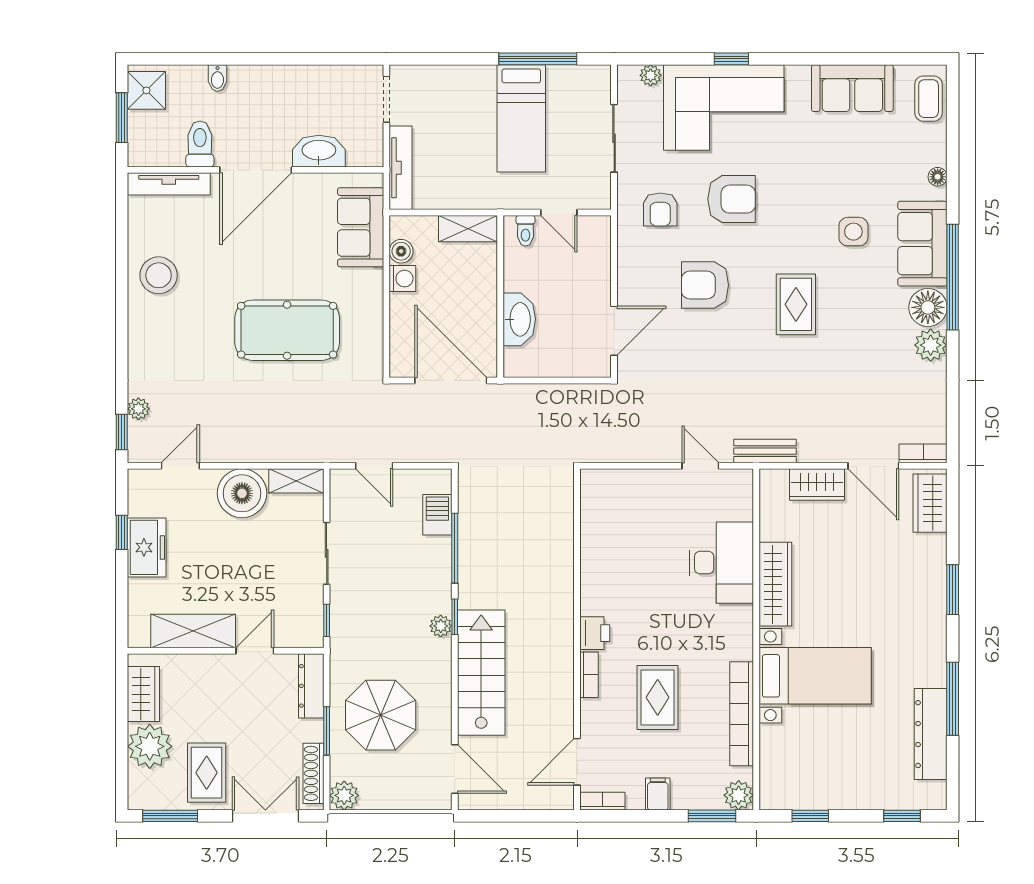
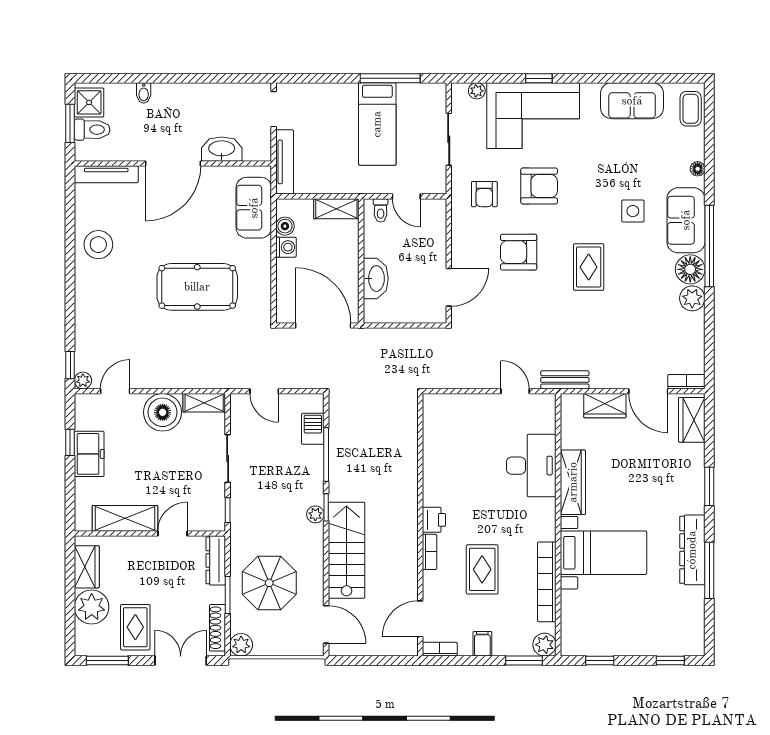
toilet: (200, 144) -> (92, 130), moved, turned 90
plant: (138, 409) -> (83, 380), moved
dresser: (931, 734) -> (692, 550), moved

